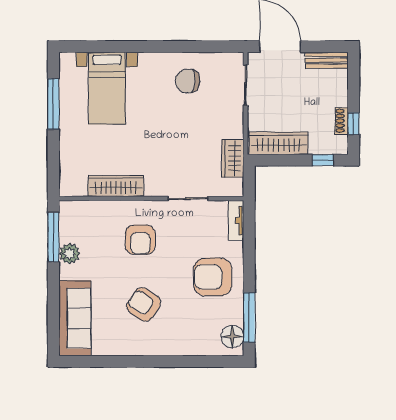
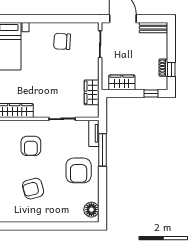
wardrobe: (279, 143) -> (122, 82), width x0.67
armchair: (213, 277) -> (79, 170), turned -90
armchair: (144, 304) -> (33, 189), turned -49
window: (249, 318) -> (103, 150), moved

